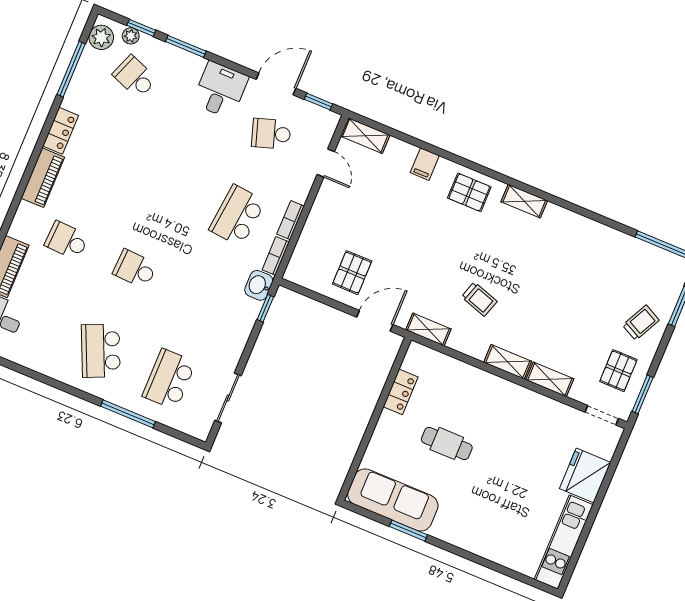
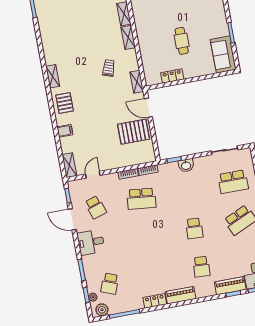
pallet: (352, 273) -> (134, 132), width x1.50, depth x1.42
washbasin: (259, 285) -> (186, 165), moved
sofa: (393, 500) -> (223, 55), width x0.73

